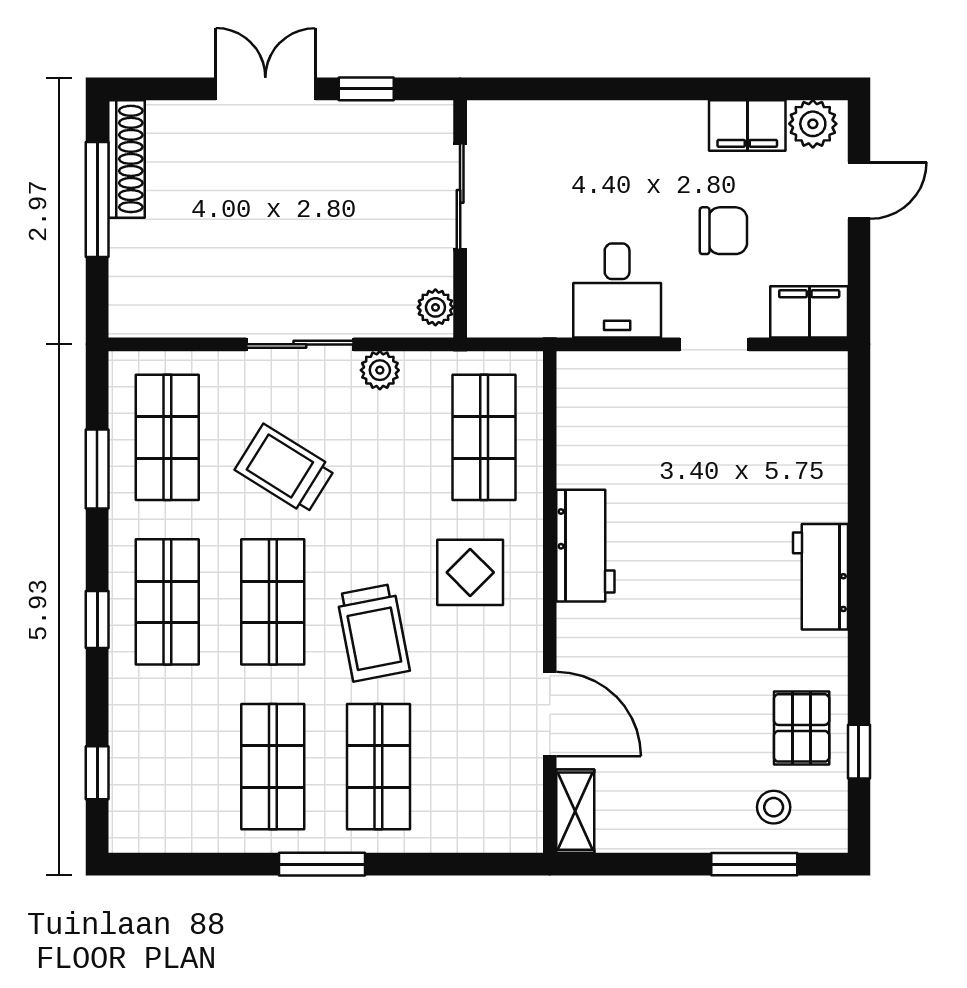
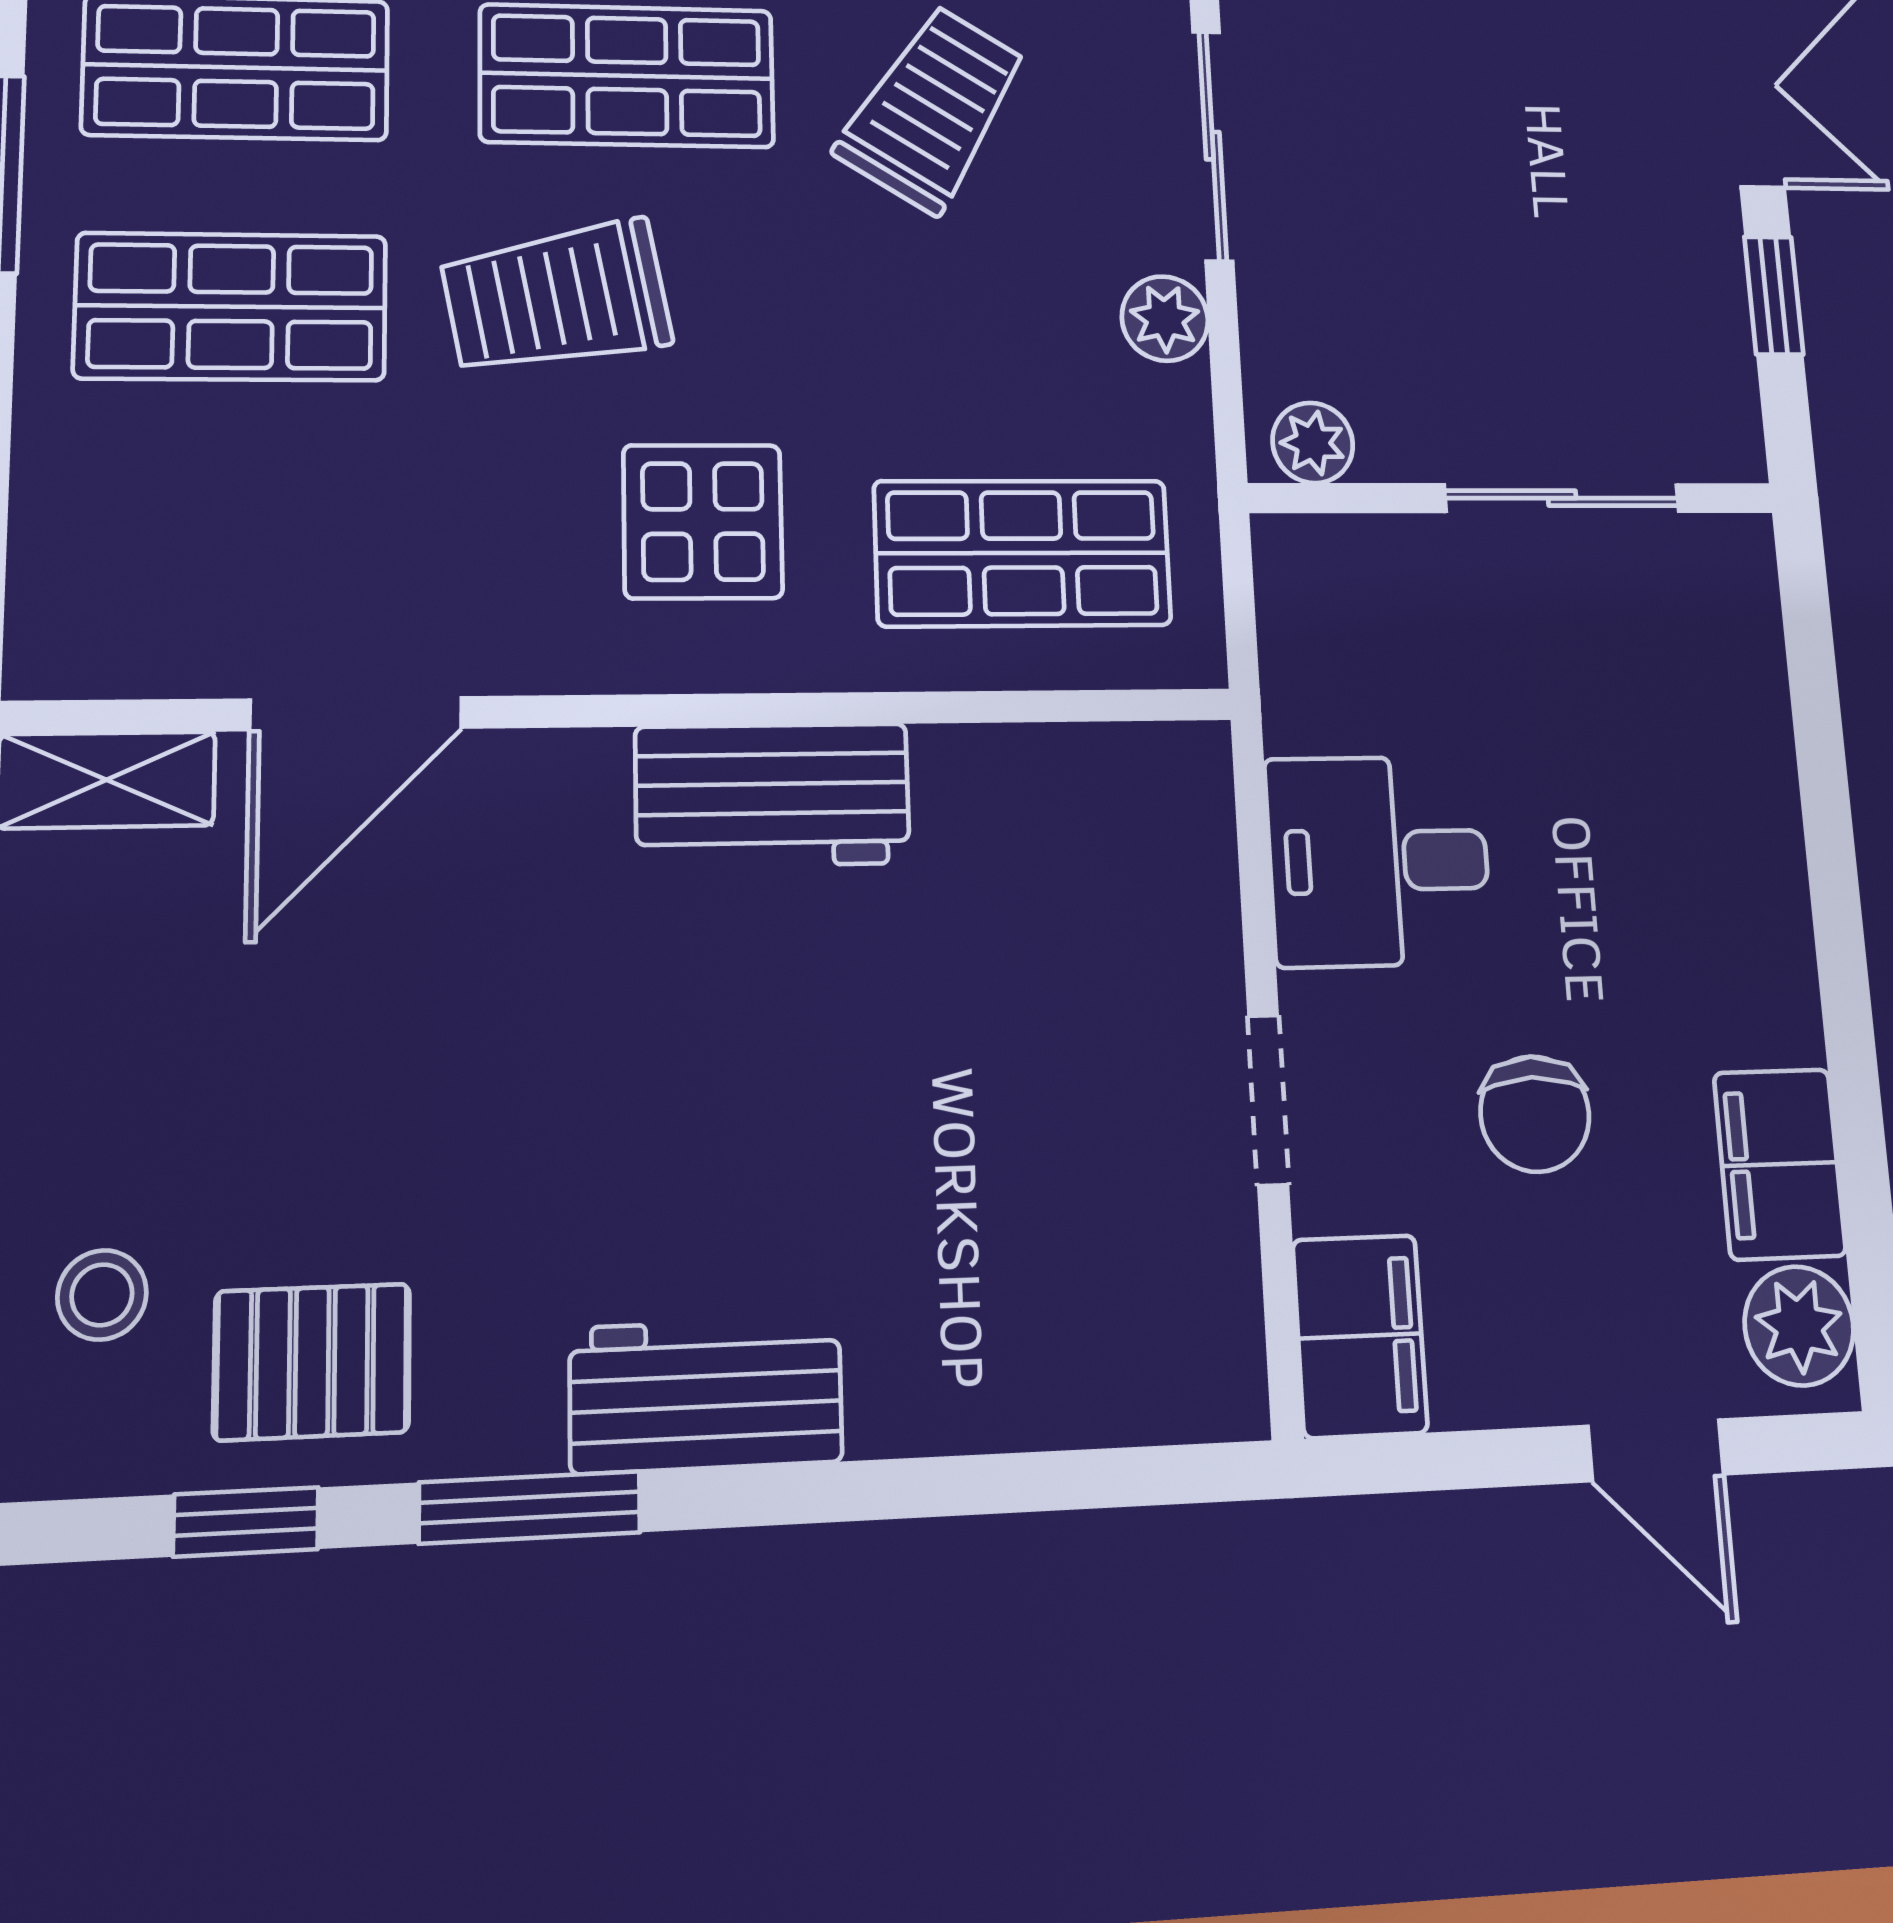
window: (859, 645) -> (530, 1507), added

